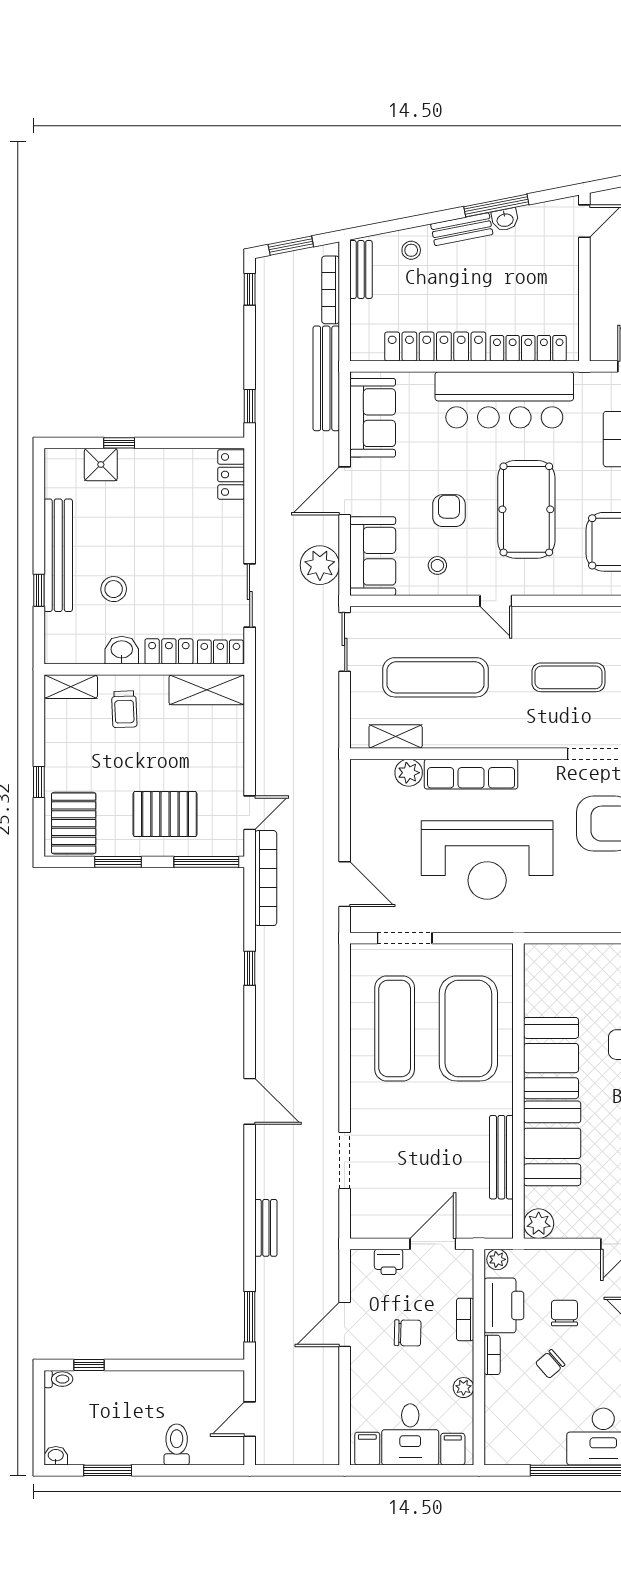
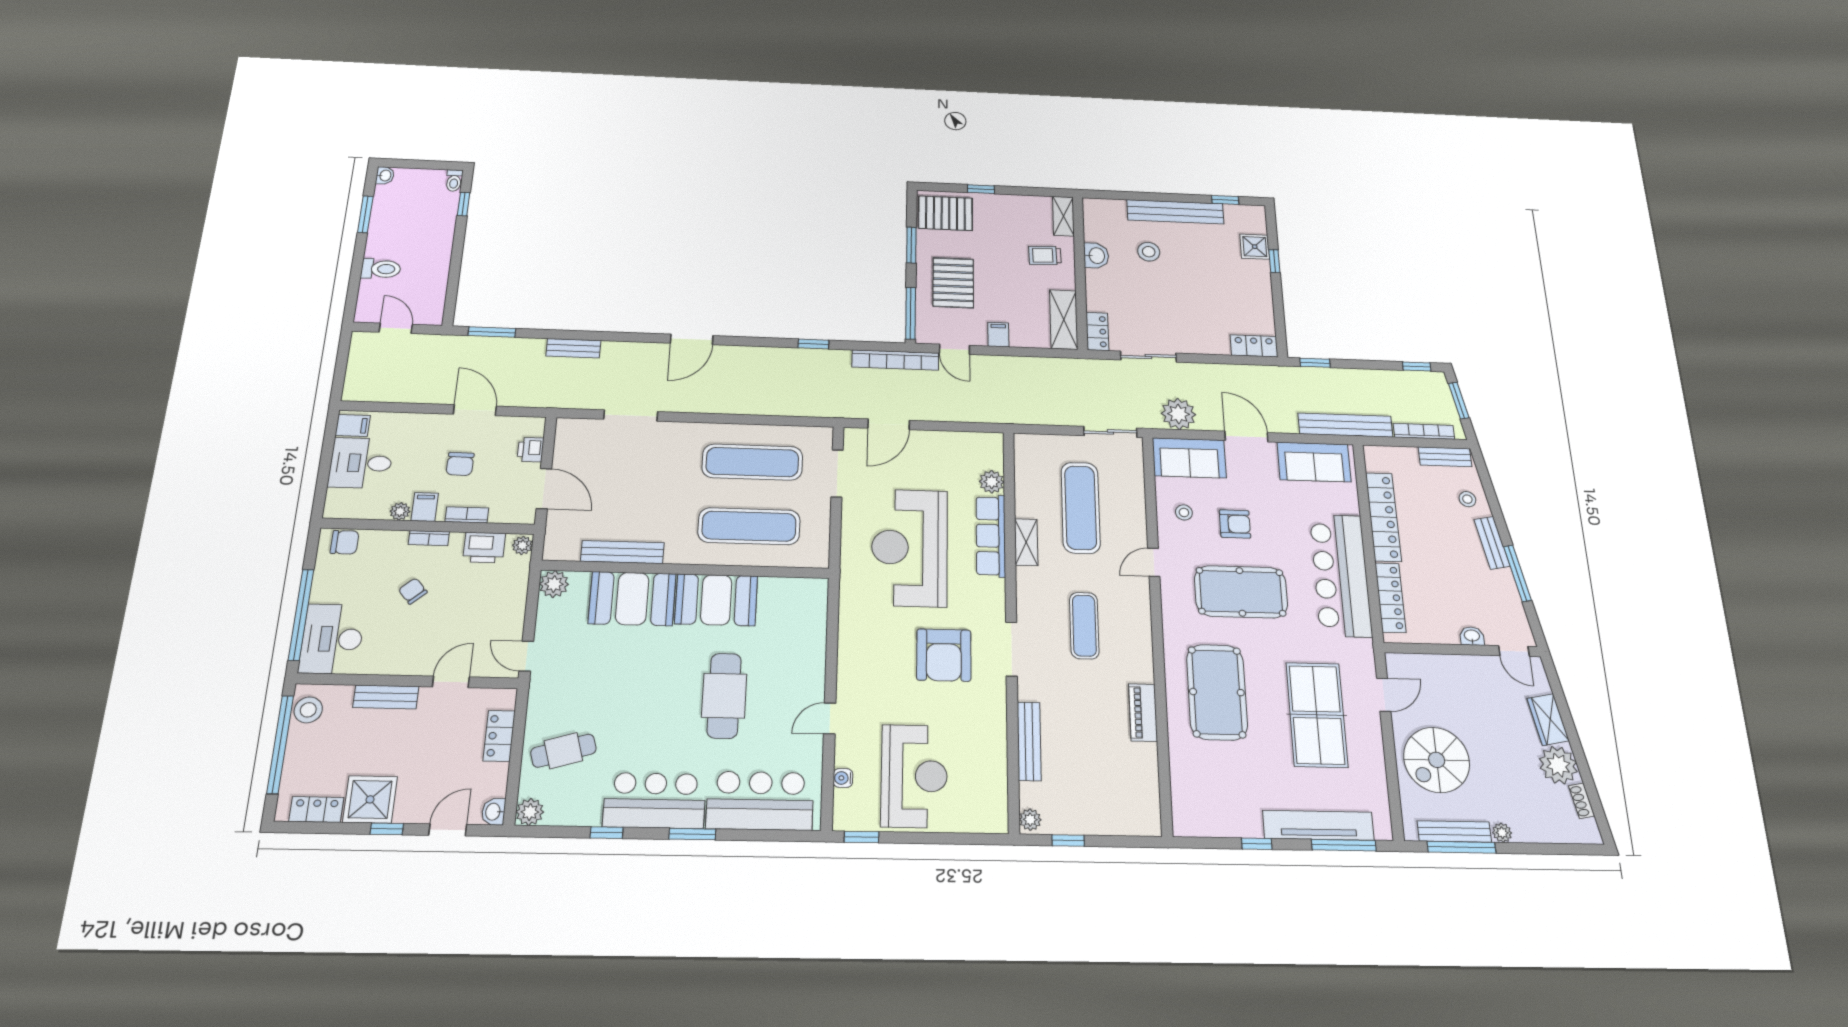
washbasin: (505, 220) -> (1472, 636), moved, turned 101
window: (39, 590) -> (1225, 200), moved
locker: (169, 651) -> (1096, 291), removed
shelving: (396, 737) -> (1026, 542), moved
filing cabinet: (229, 764) -> (998, 335), added
exercise mat: (468, 1028) -> (749, 526), width x0.68
printer: (504, 1305) -> (484, 547), width x0.73, depth x0.84
chair: (564, 1313) -> (345, 542), moved
filing cabinet: (453, 1449) -> (425, 507), moved, turned -90

